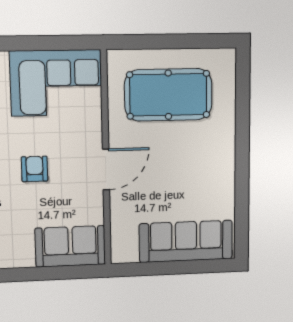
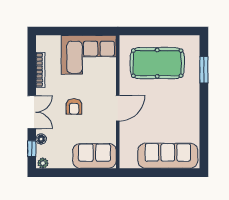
window: (243, 104) -> (204, 70), added
armchair: (35, 169) -> (74, 106), turned 180

